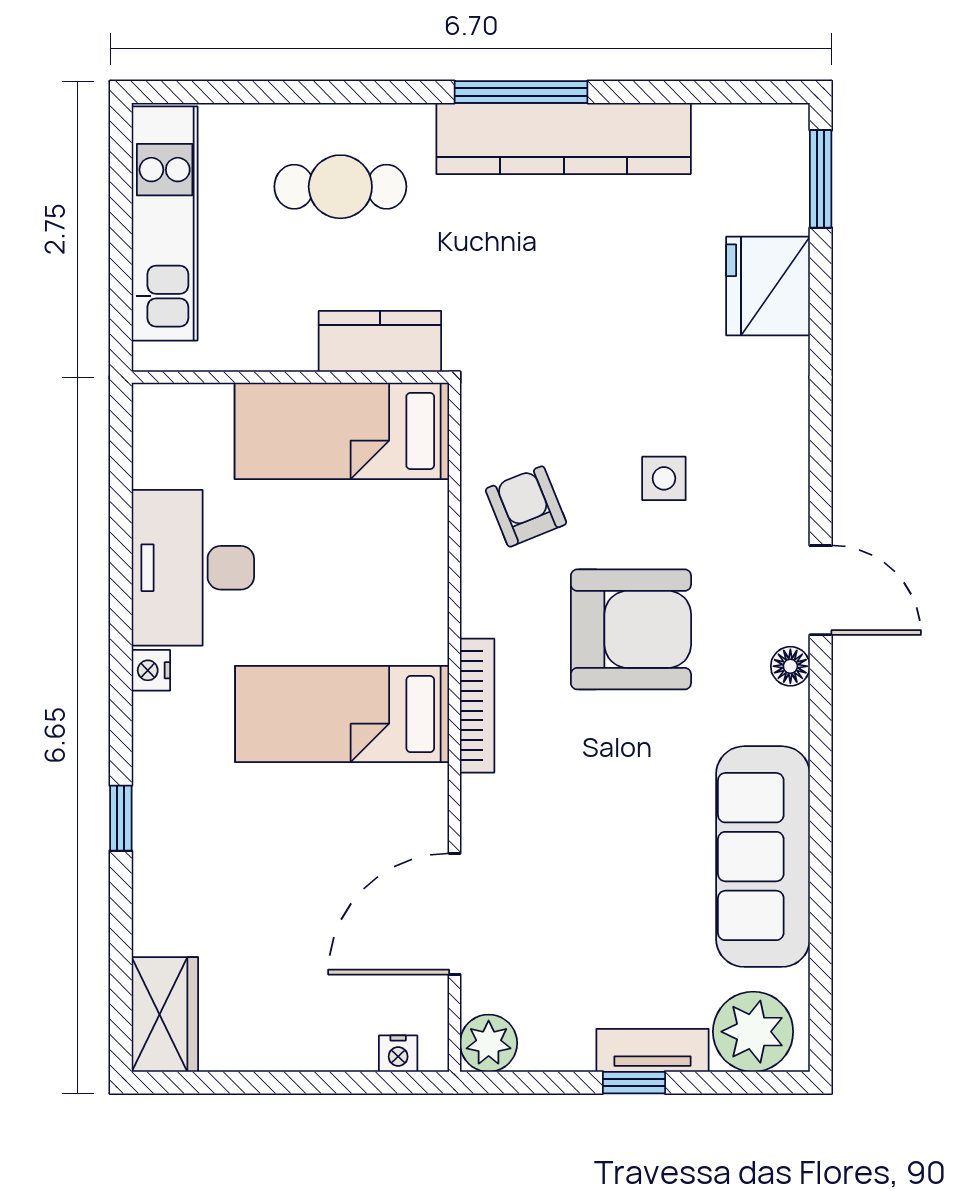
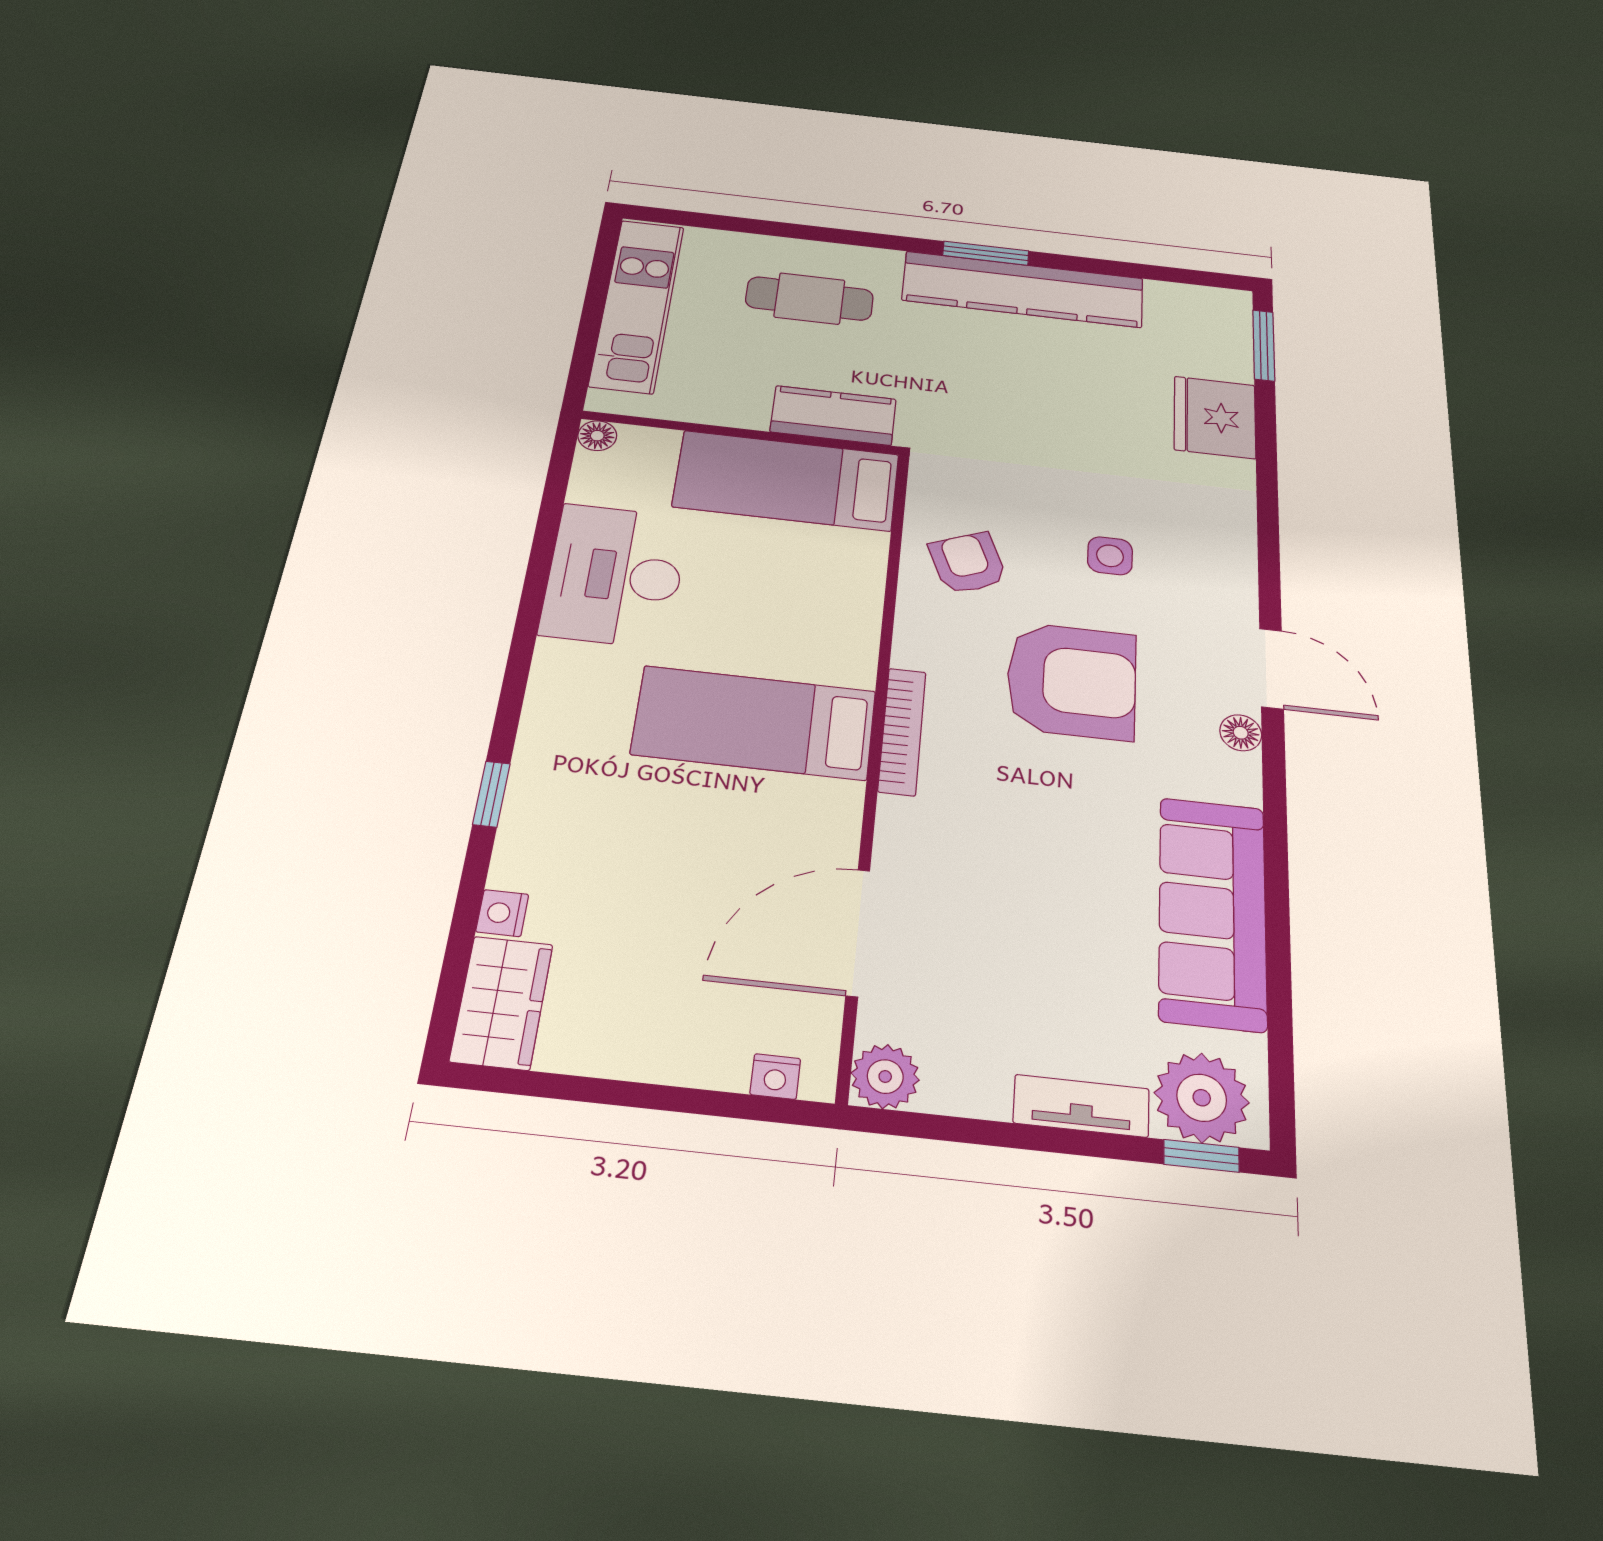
window: (521, 92) -> (986, 253), width x0.69
floor lamp: (151, 402) -> (597, 436), added
nightstand: (151, 670) -> (502, 913), moved
window: (634, 1083) -> (1201, 1156), moved

